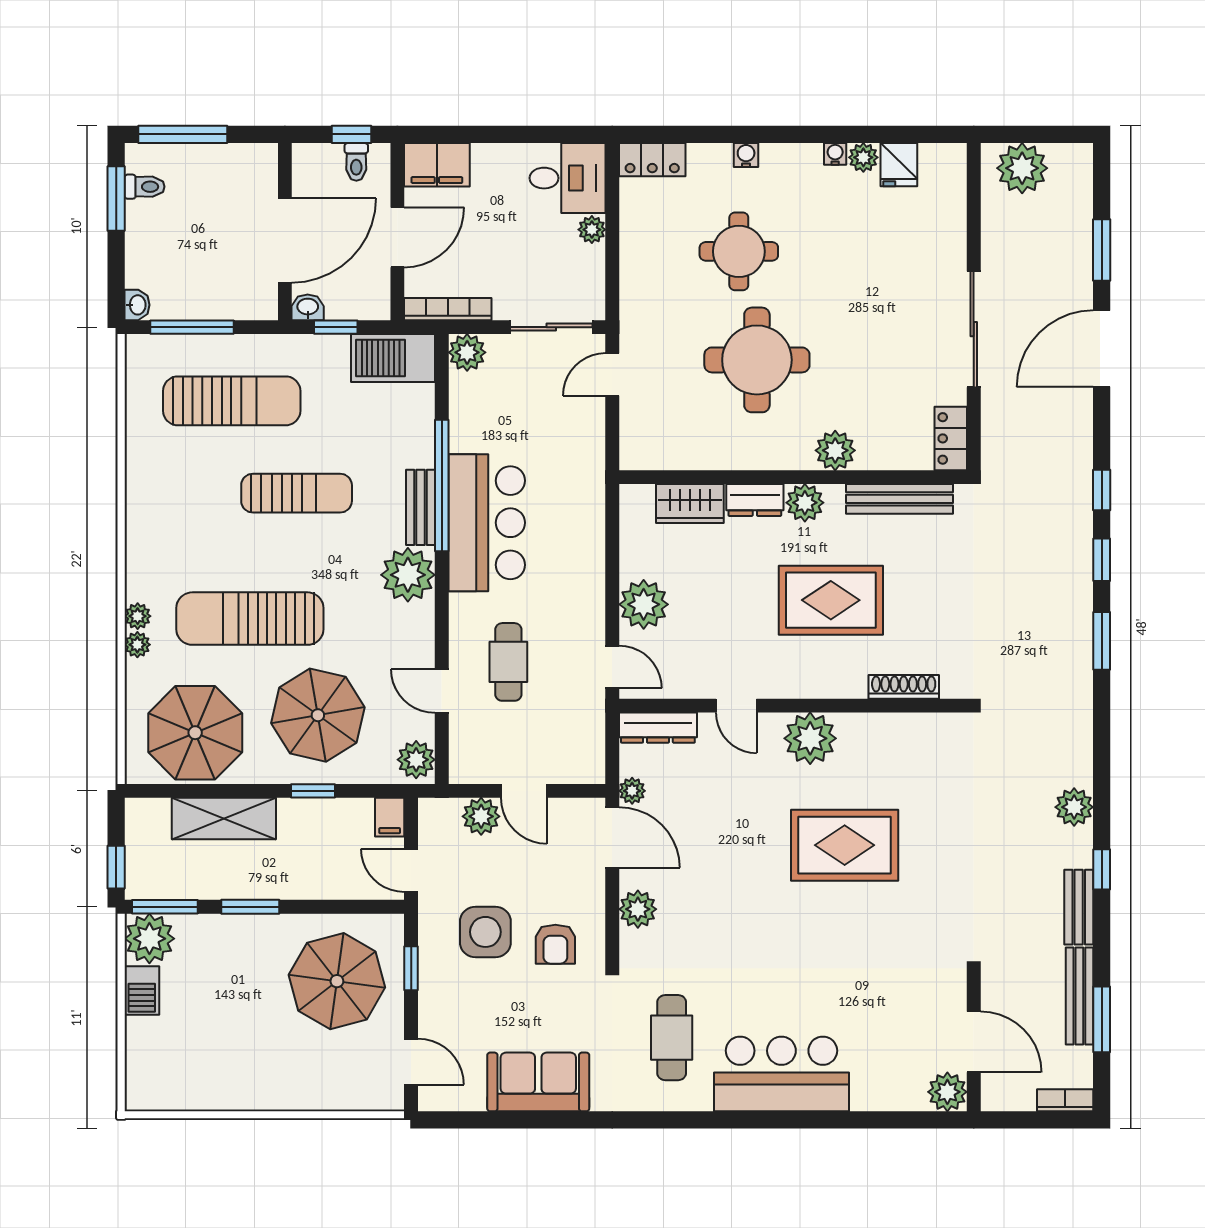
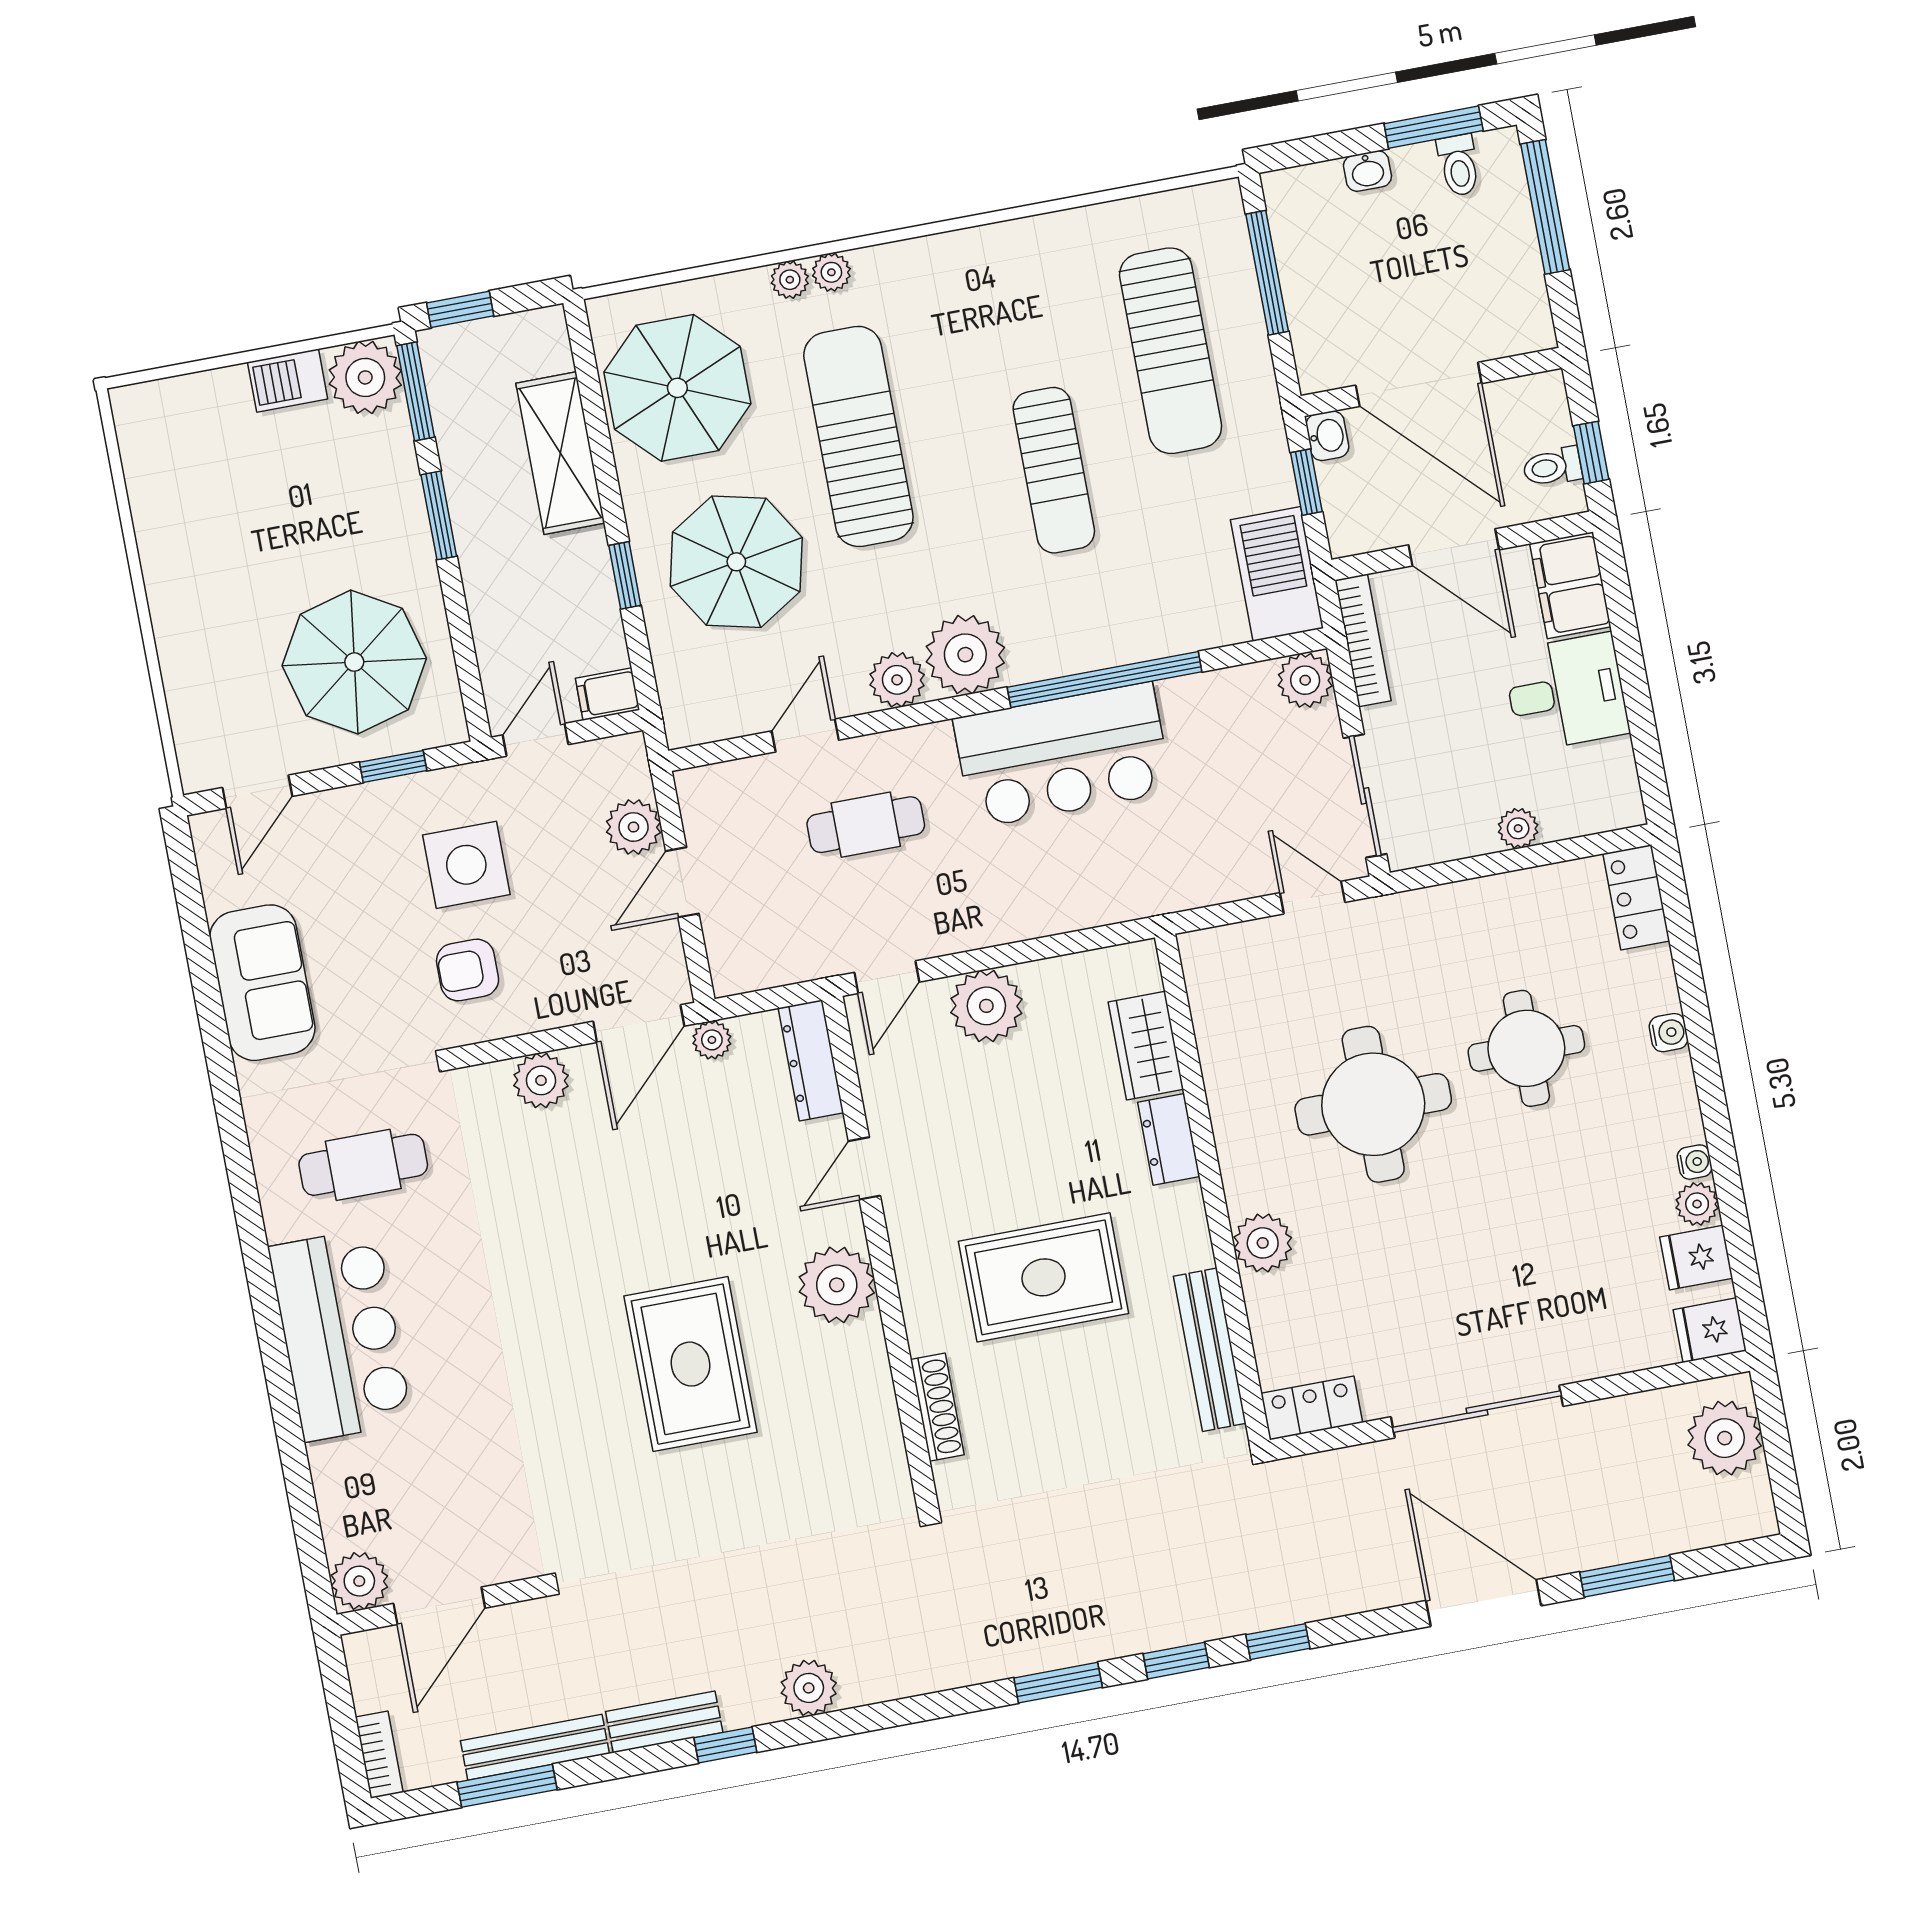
fridge: (949, 165) -> (1710, 1330), added
desk: (568, 178) -> (1566, 692), moved, turned -90
washbasin: (137, 305) -> (1367, 171), moved
plant: (805, 503) -> (1178, 1213), removed
bench: (421, 507) -> (1067, 655), removed
rug: (831, 600) -> (1043, 1277), turned 90
plant: (416, 760) -> (897, 680), moved

